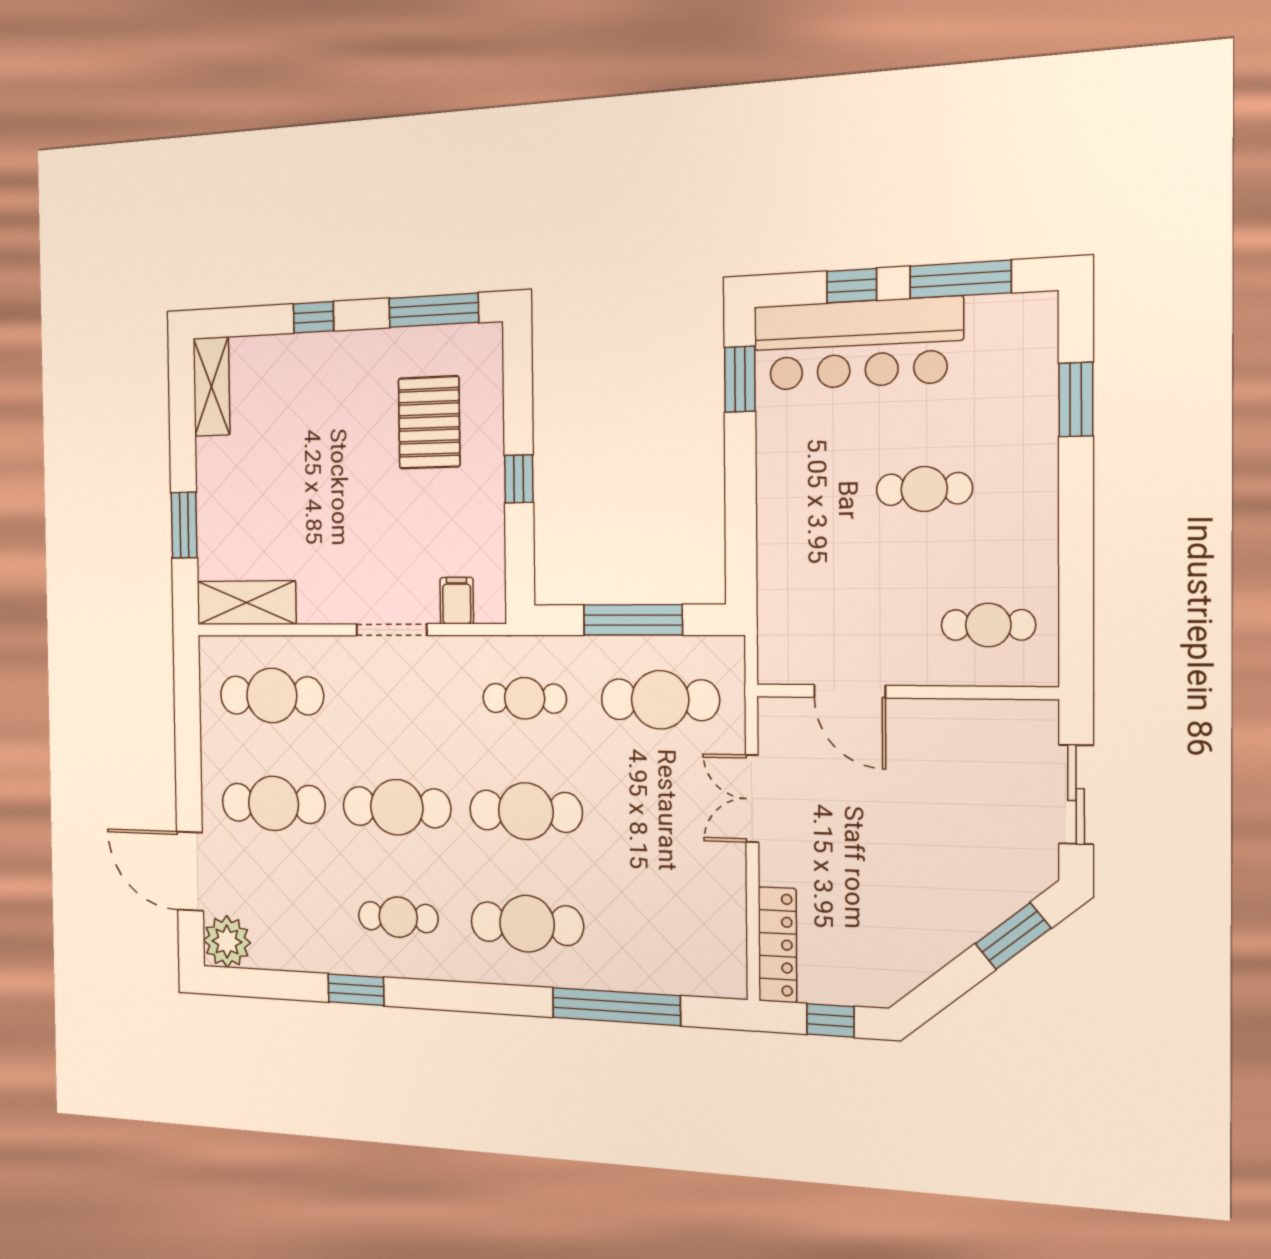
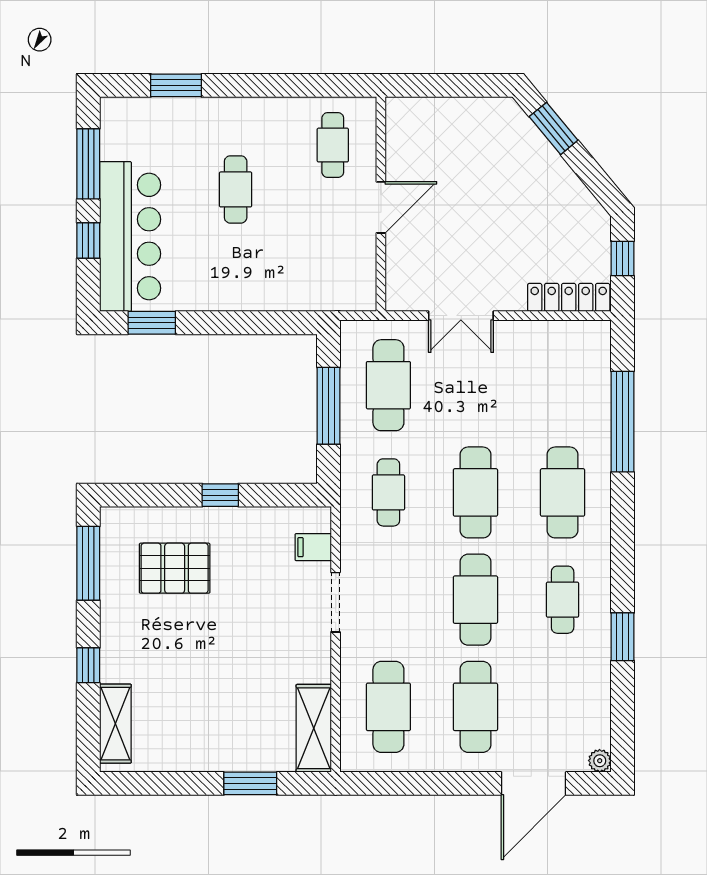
shelving: (212, 387) -> (115, 724), moved, turned 90
door: (850, 691) -> (381, 207), moved
sliding door: (1076, 795) -> (452, 85), removed
plant: (227, 942) -> (600, 761), width x0.53, depth x0.53

